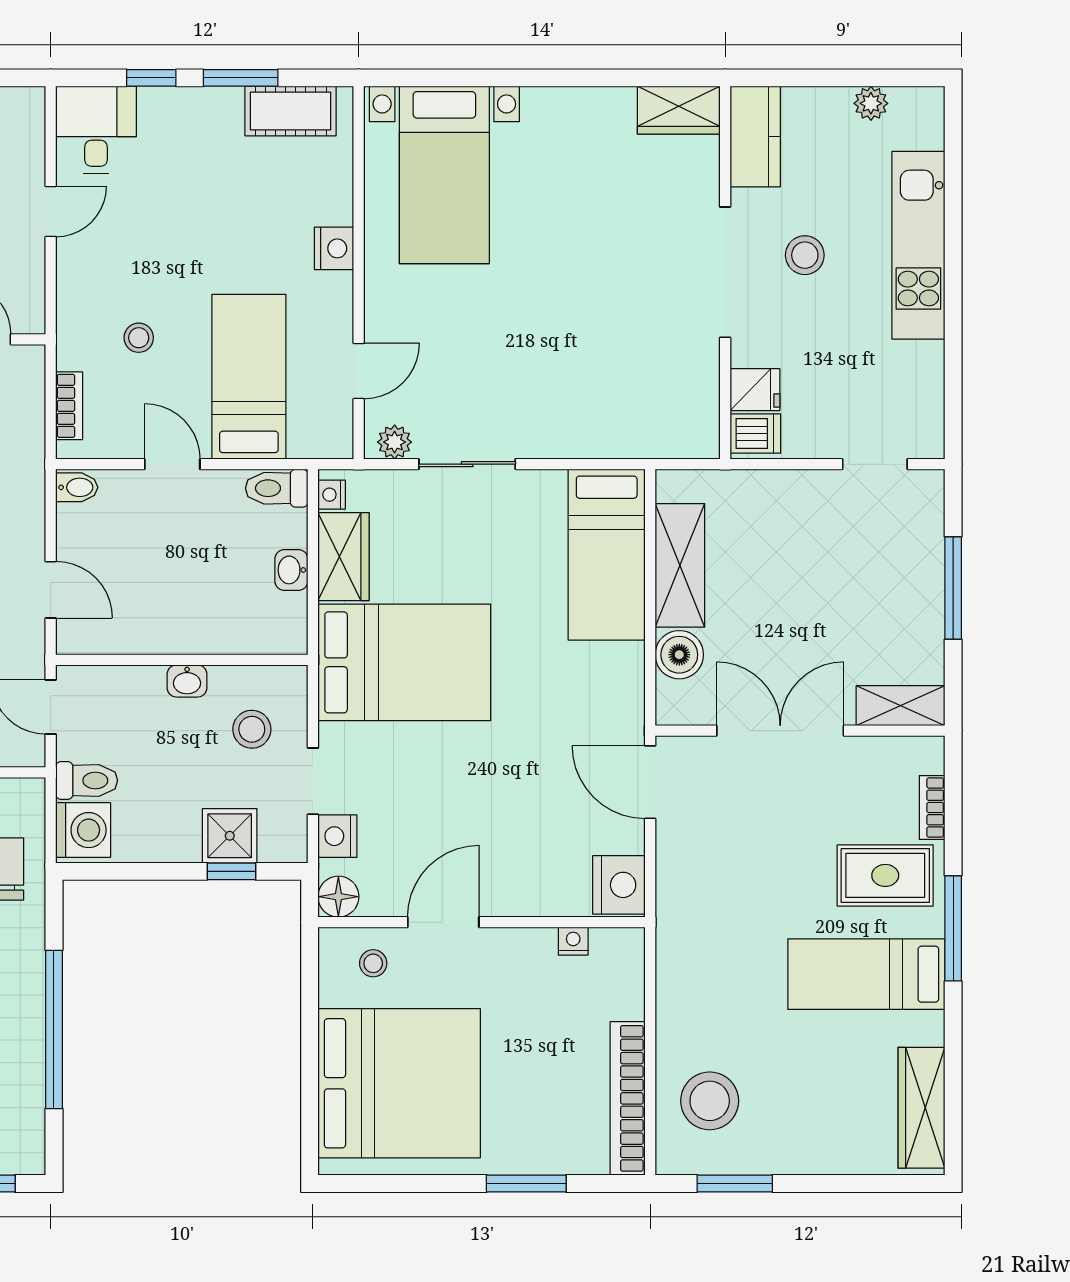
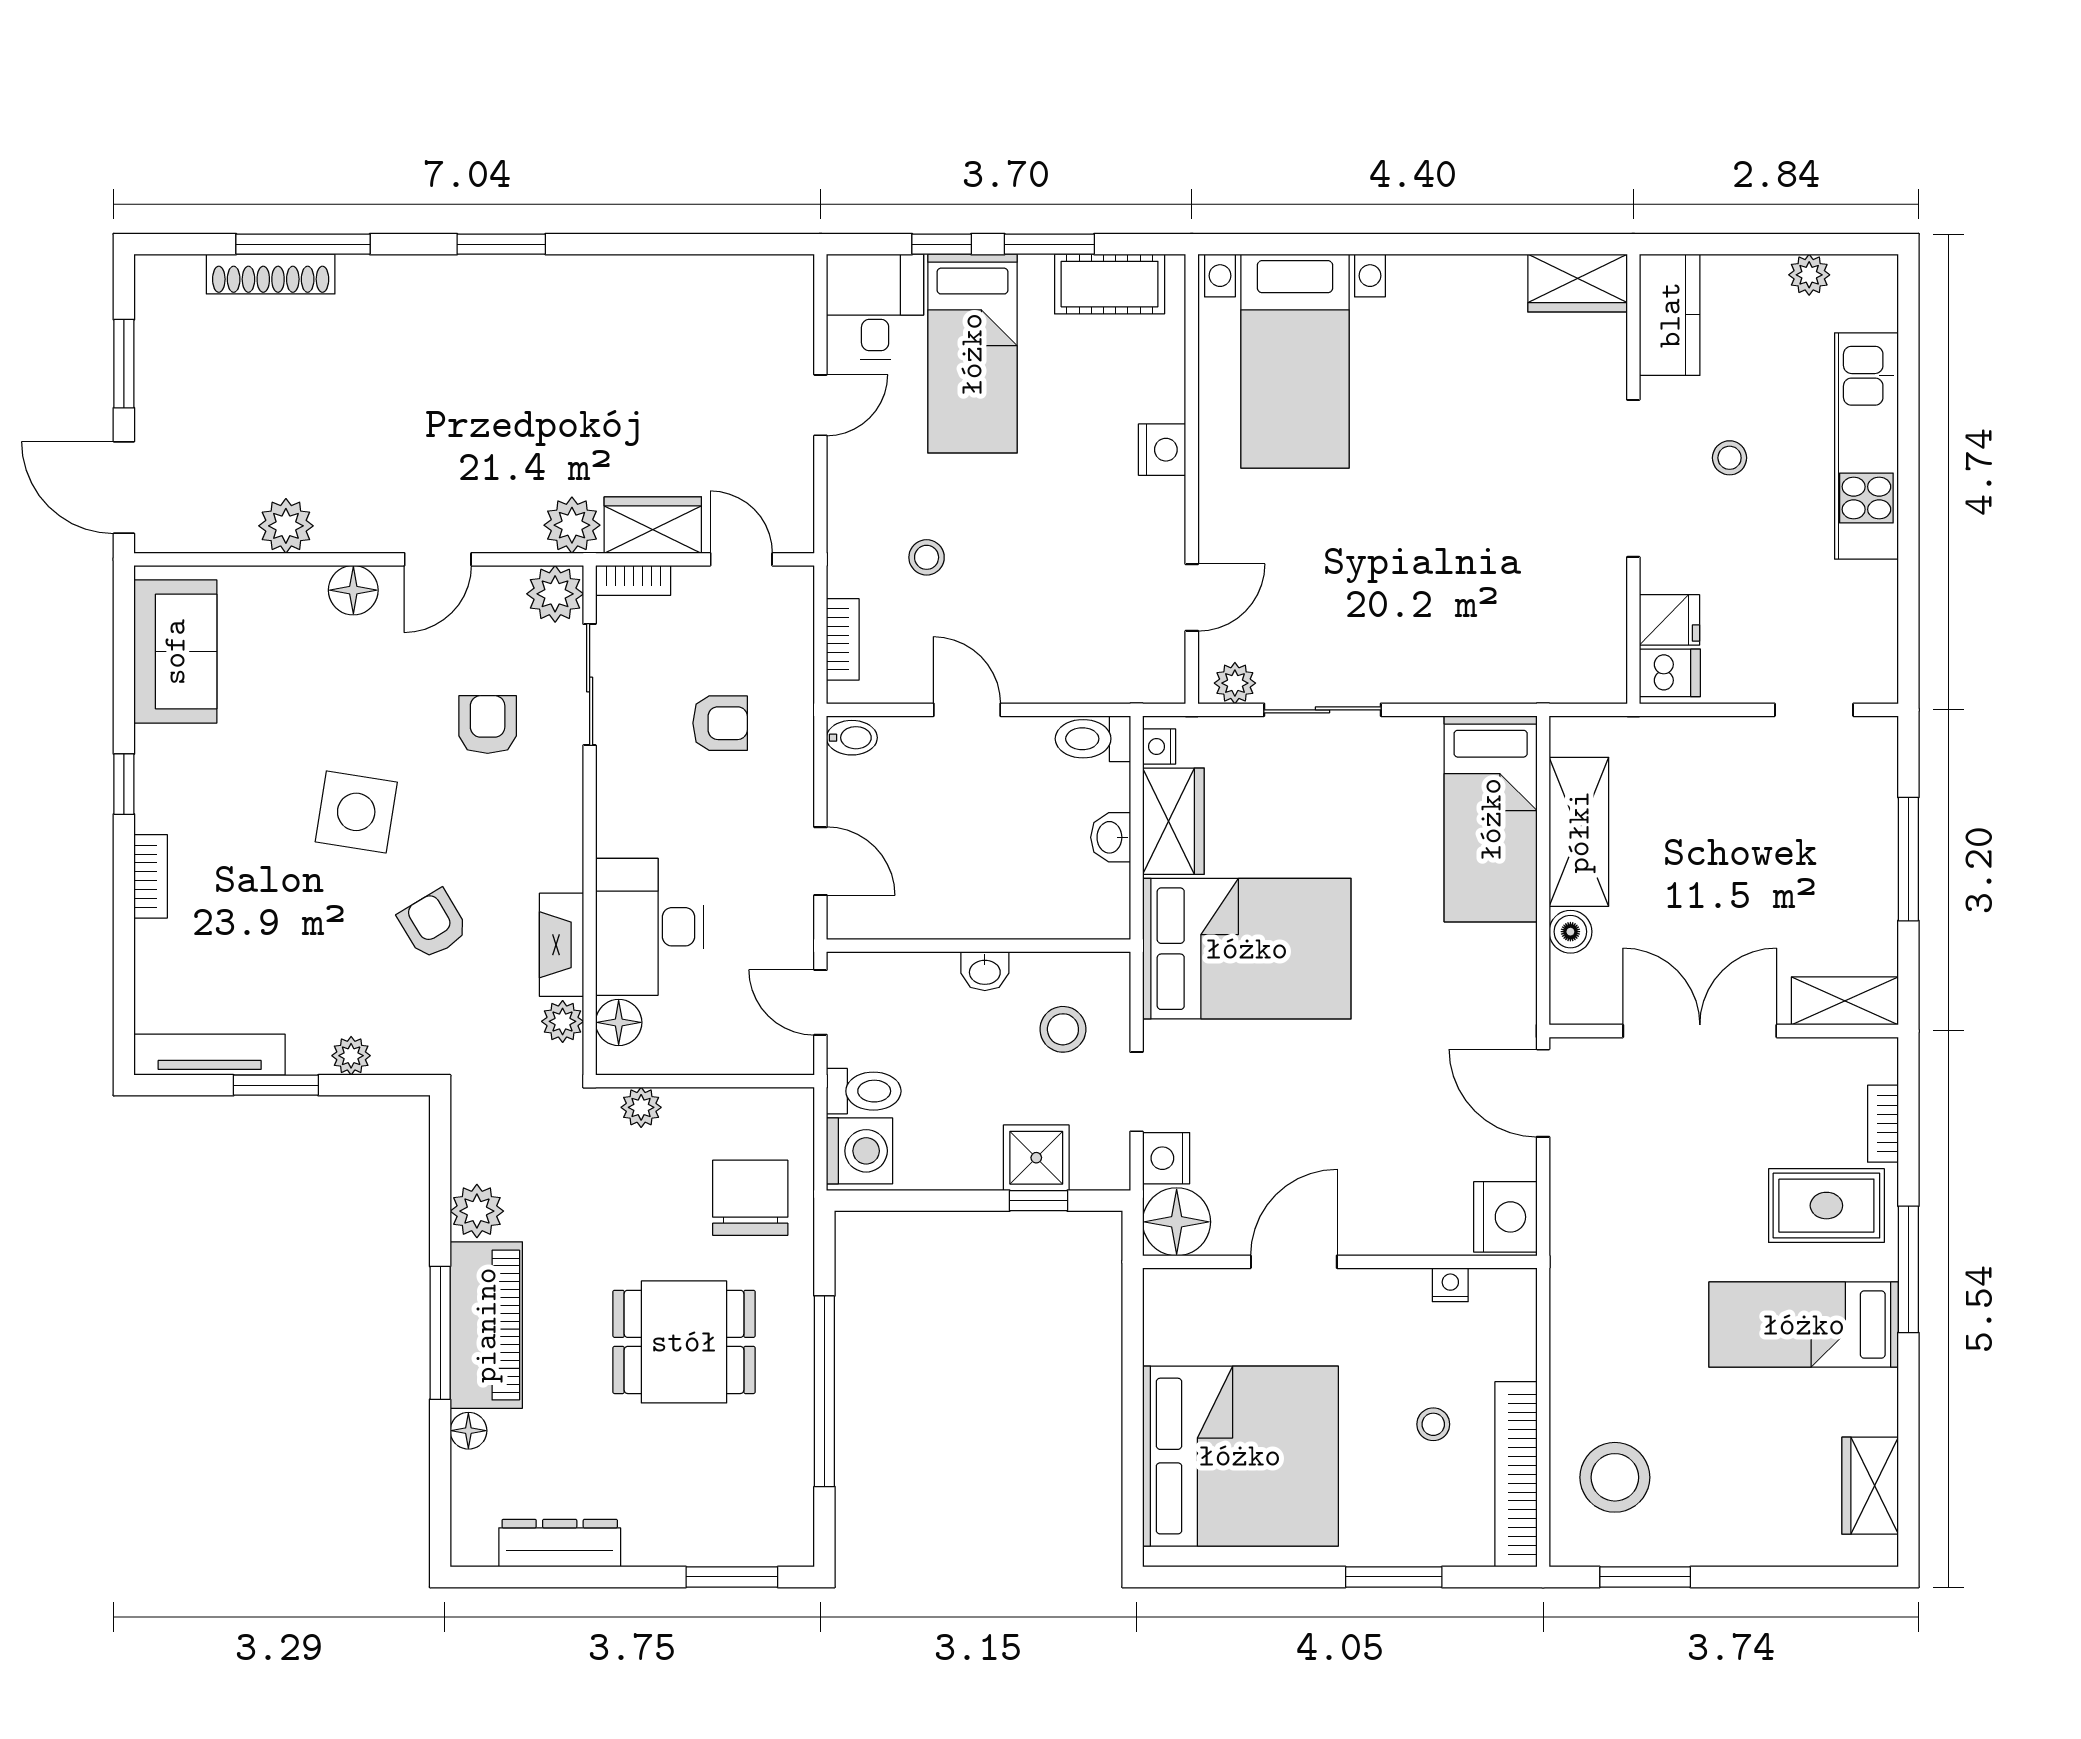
stool: (805, 255) -> (1730, 458), width x0.73, depth x0.73
bed: (249, 377) -> (972, 354), moved, turned 180
boiler: (679, 655) -> (1570, 932), width x0.73, depth x0.73
floor lamp: (338, 897) -> (1177, 1222), width x1.38, depth x1.38
stool: (373, 963) -> (1433, 1424), moved
wardrobe: (921, 1108) -> (1870, 1486), width x0.67

